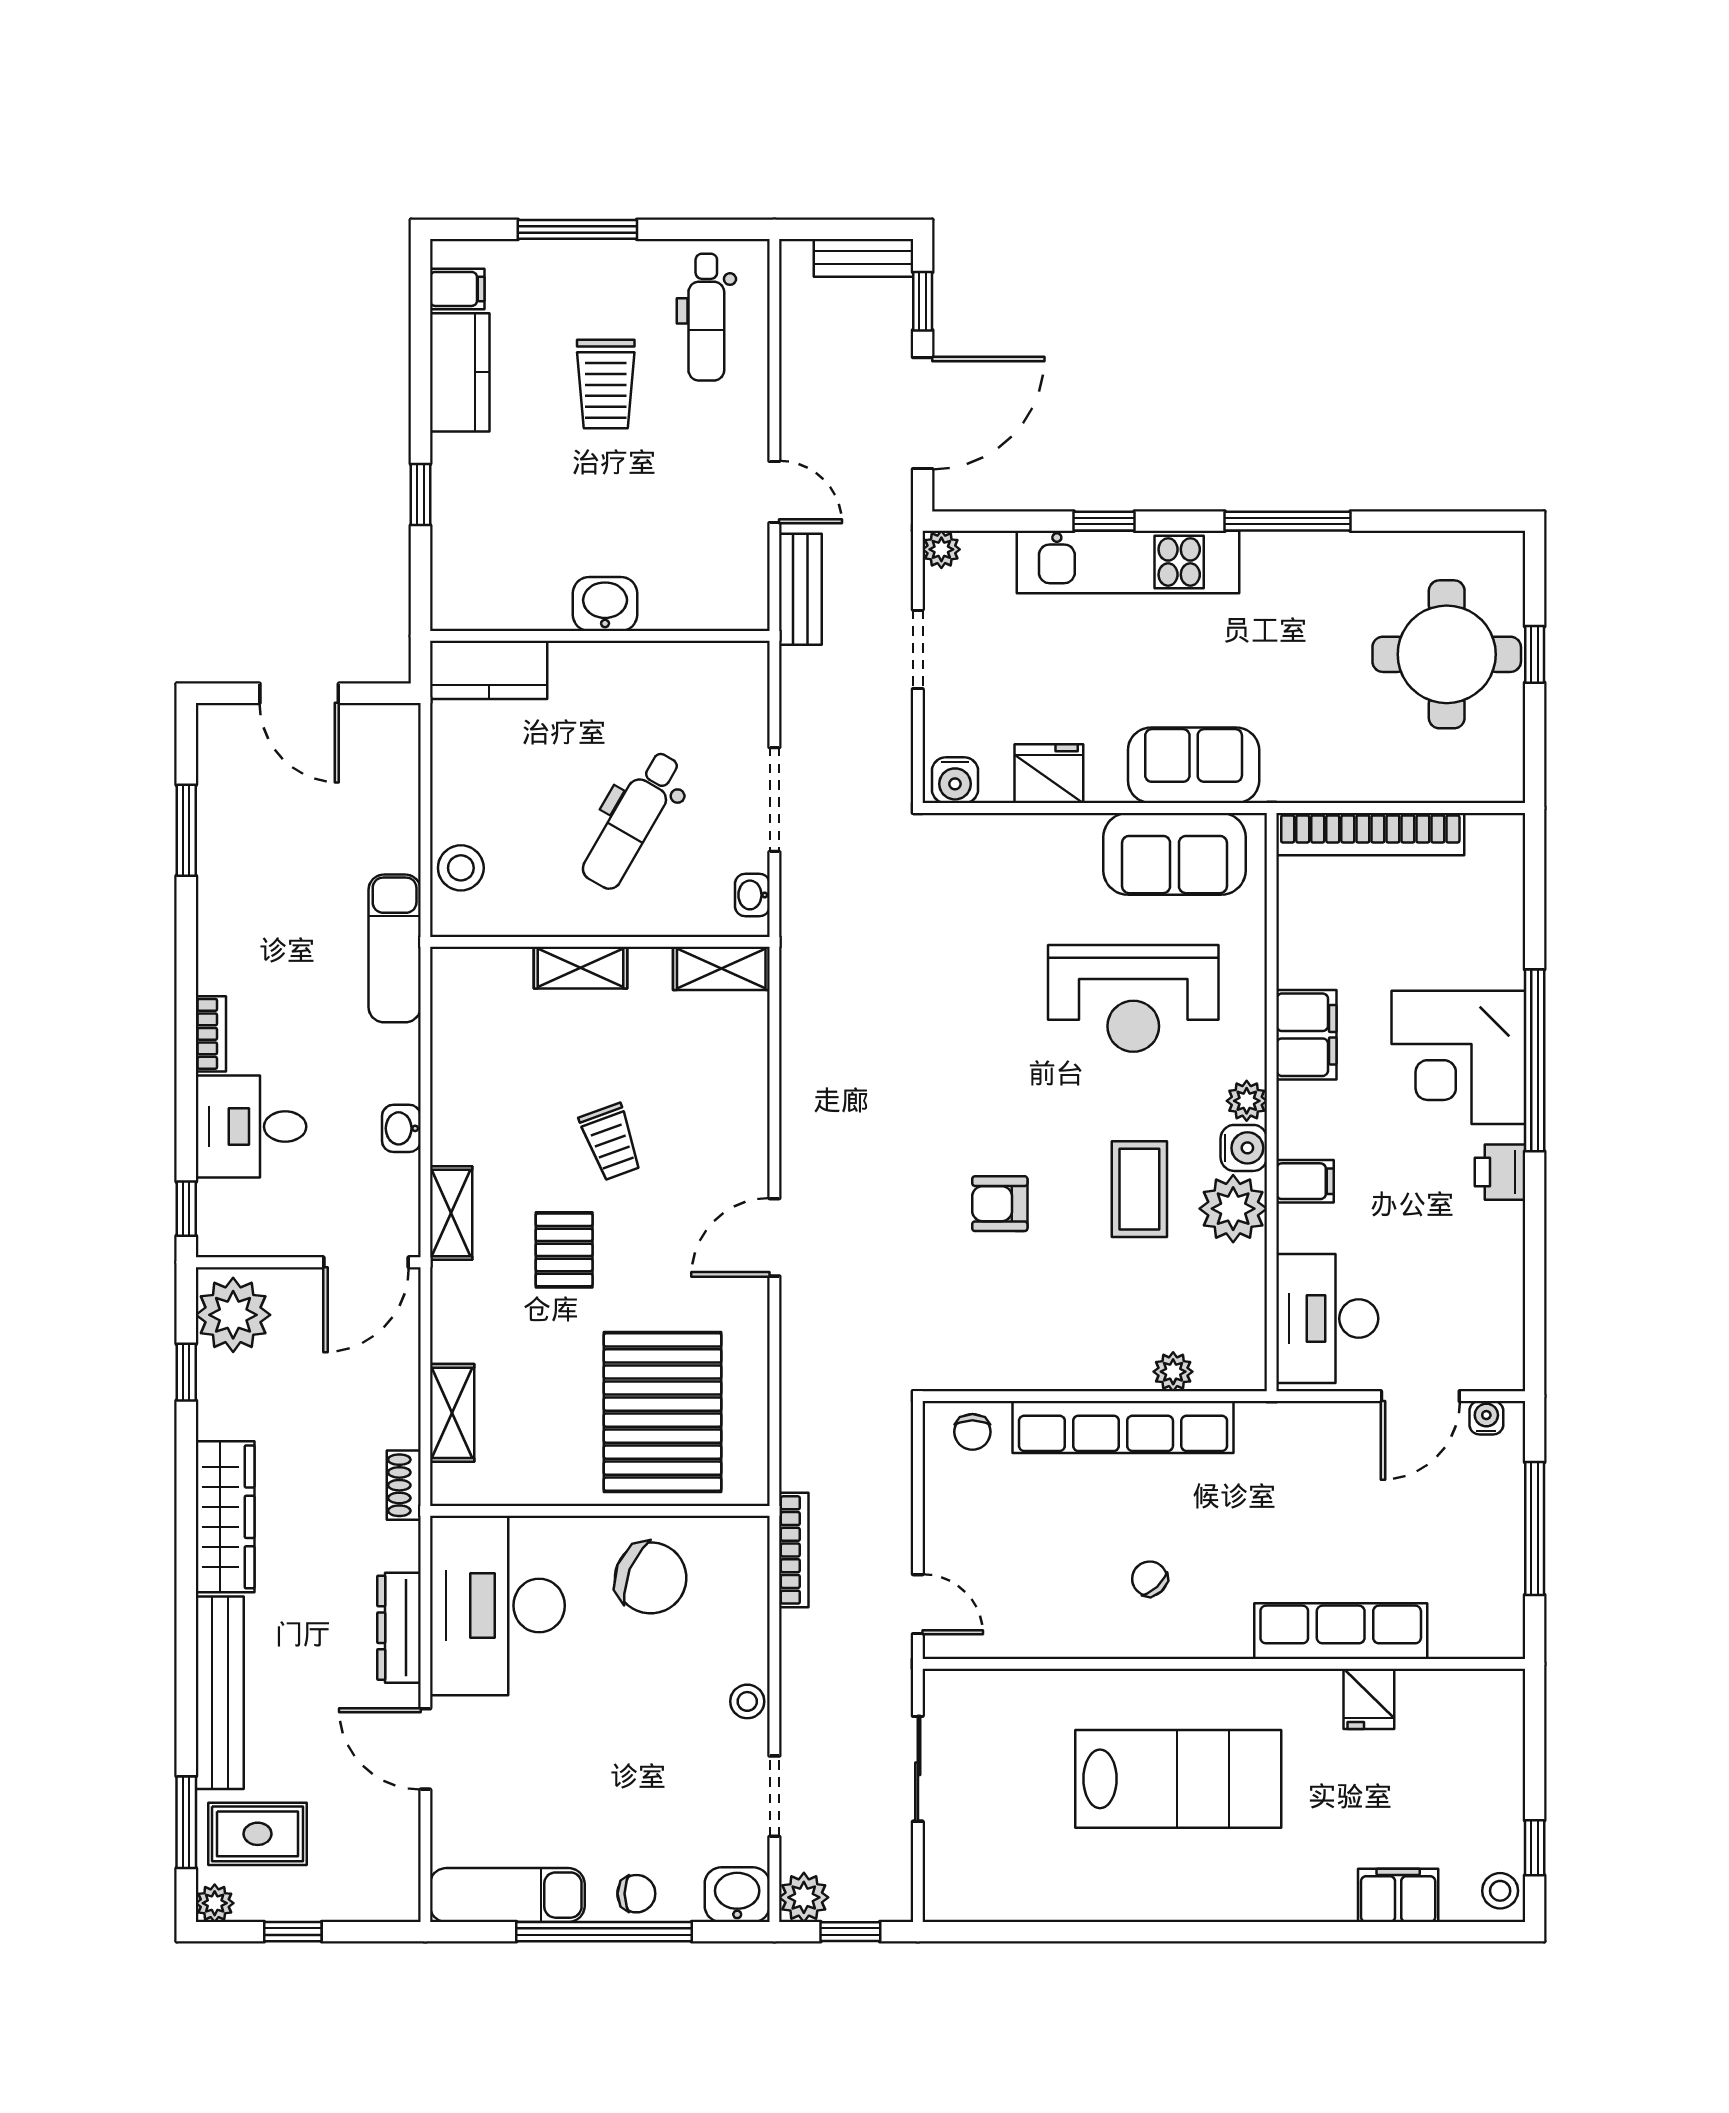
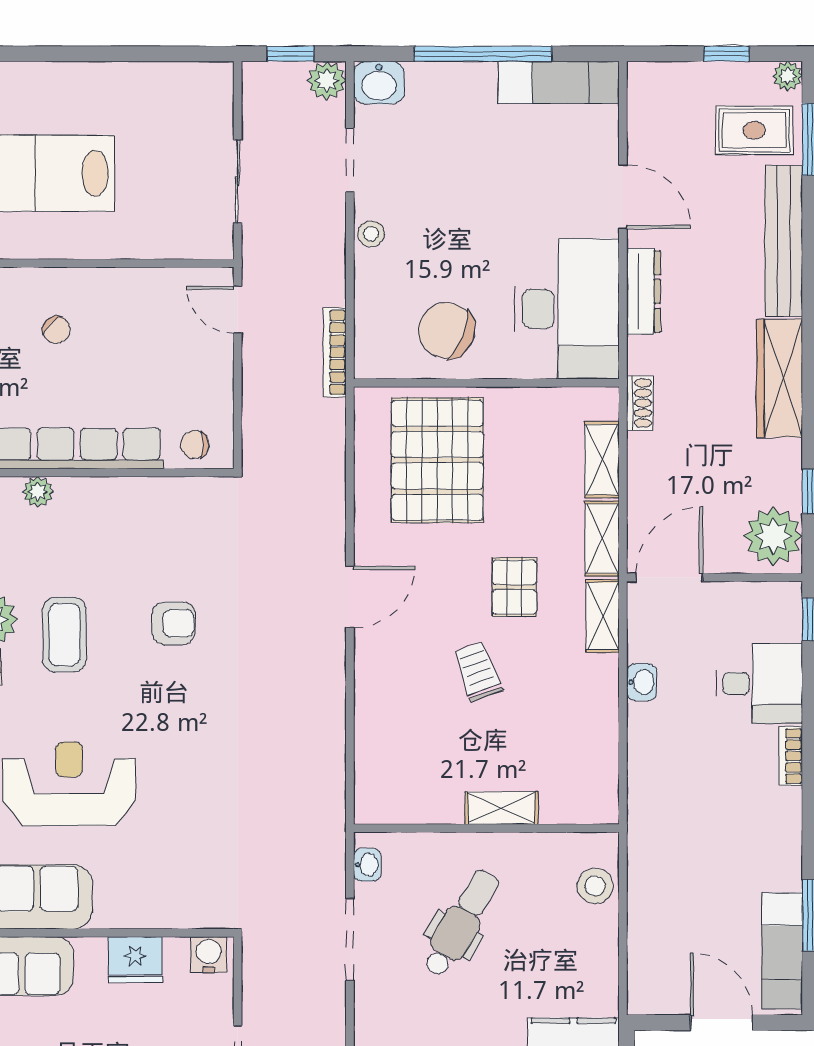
exam couch: (395, 948) -> (782, 951), moved, turned 180
shelving: (721, 968) -> (602, 539), moved, turned 90
chair: (972, 1432) -> (195, 445), turned -90
chair: (636, 1894) -> (458, 83), removed

